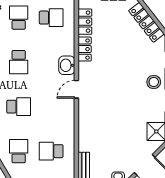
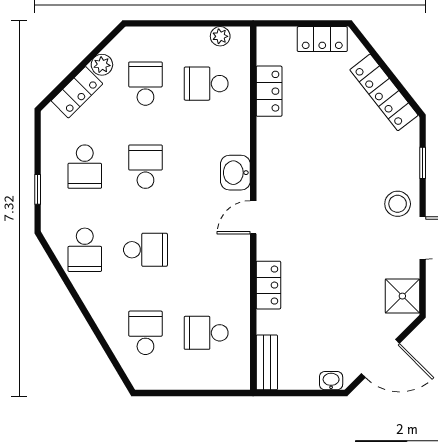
school desk: (51, 18) -> (206, 84), turned 180
locker: (85, 49) -> (268, 285), moved
school desk: (19, 62) -> (145, 167), turned 180

